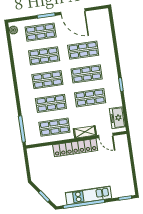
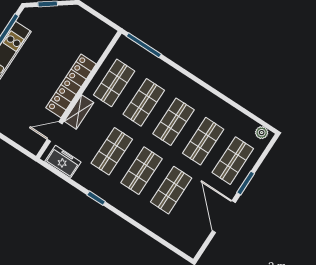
door: (73, 12) -> (224, 217), hinge flipped

